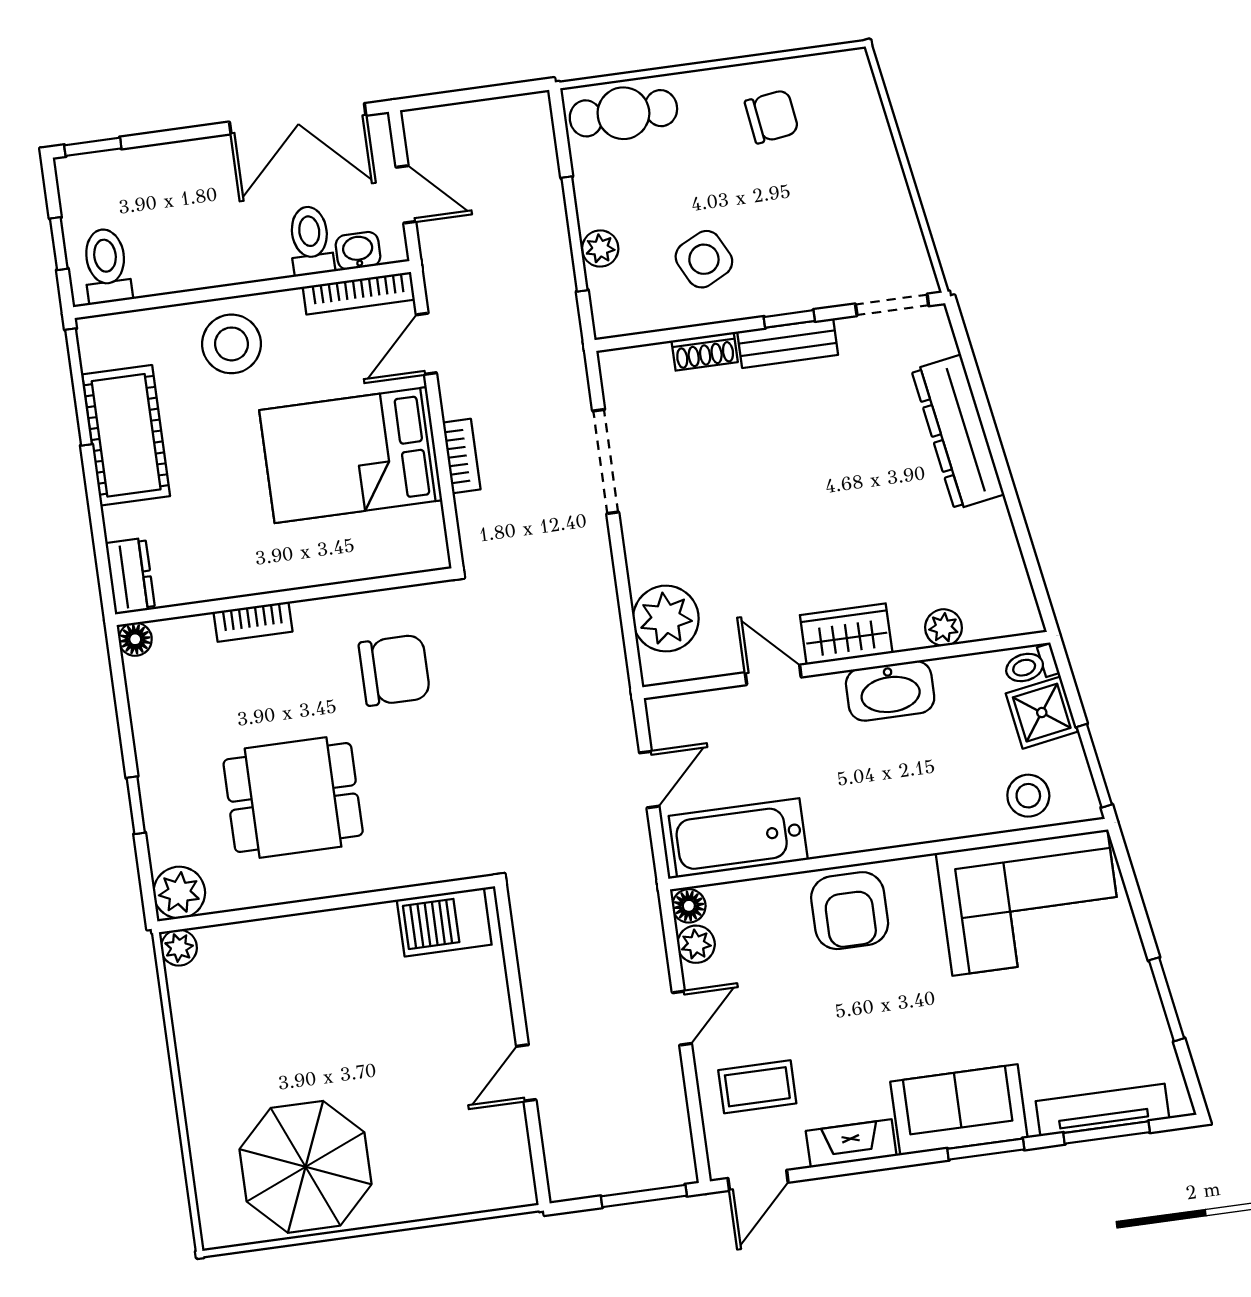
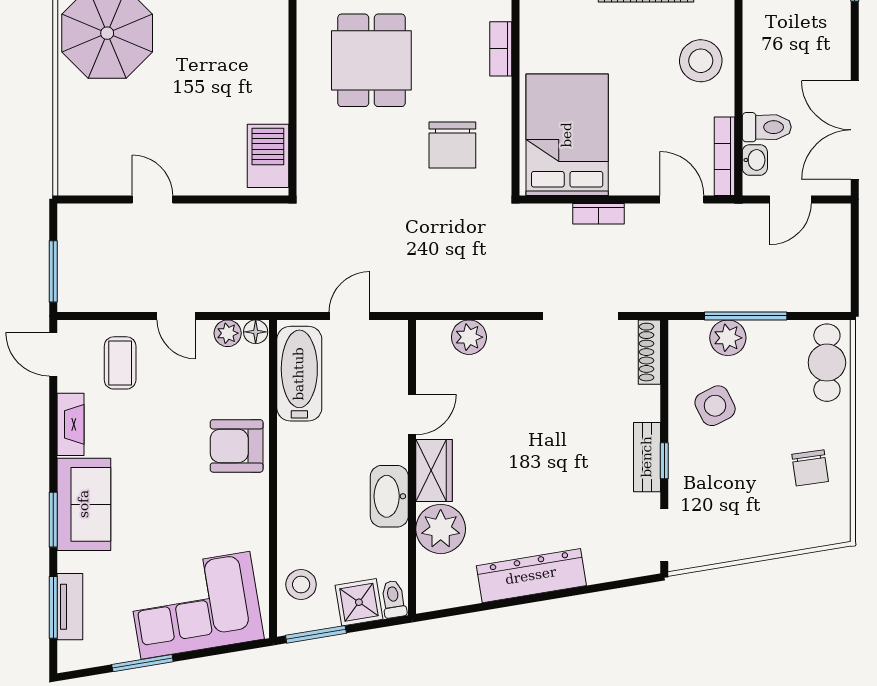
plant: (600, 249) -> (728, 338), width x1.38, depth x1.38
shoe rack: (705, 351) -> (649, 352), moved, width x1.43
dresser: (958, 432) -> (531, 576), moved
bed: (351, 455) -> (567, 135), moved
plant: (666, 619) -> (469, 337), width x0.73, depth x0.73
plant: (944, 628) -> (441, 529), width x1.88, depth x1.88
door: (649, 780) -> (350, 316), swing flipped
corner sofa: (1030, 903) -> (195, 605), moved, turned 81
tv unit: (1102, 1110) -> (70, 607), width x0.71

